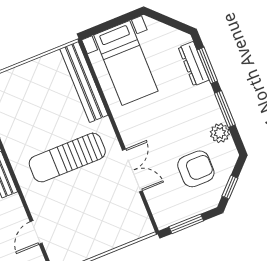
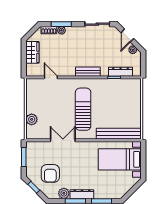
dresser: (194, 64) -> (82, 194), moved
double door: (132, 170) -> (63, 140), swing flipped
plant: (119, 236) -> (32, 119), added

